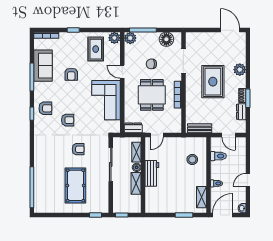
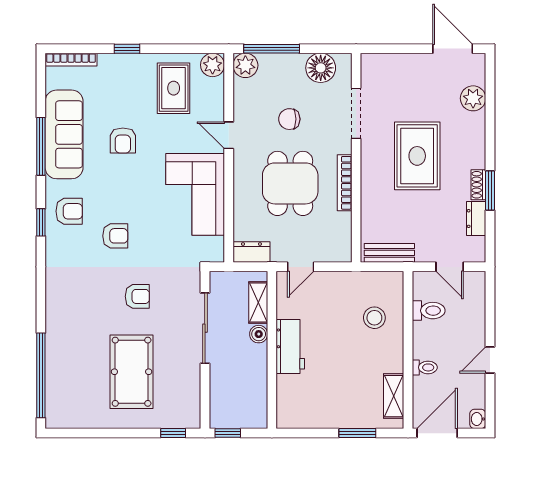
sofa: (43, 66) -> (64, 134), width x1.36
plant: (240, 70) -> (473, 98), moved
shelving: (136, 183) -> (257, 368), removed

